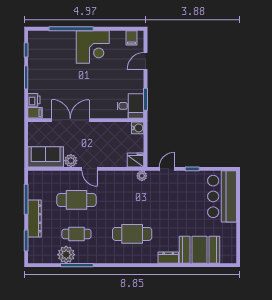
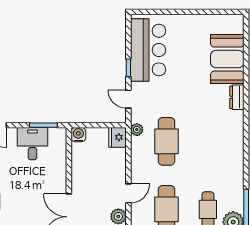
desk: (130, 106) -> (33, 144), moved
bar counter: (222, 196) -> (148, 50), moved, turned -90
cafe table: (132, 234) -> (166, 141), moved

